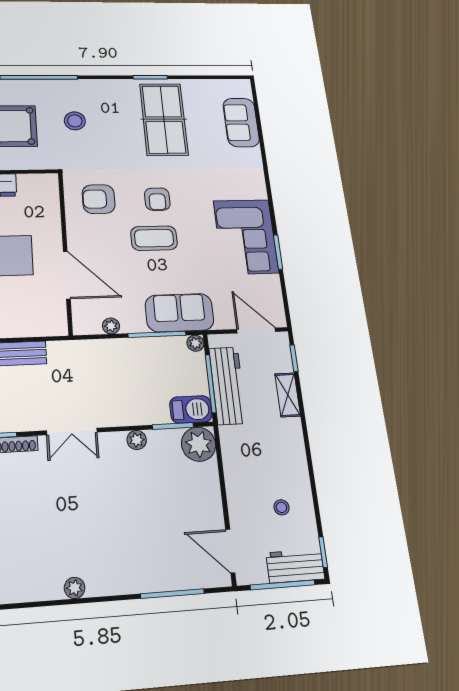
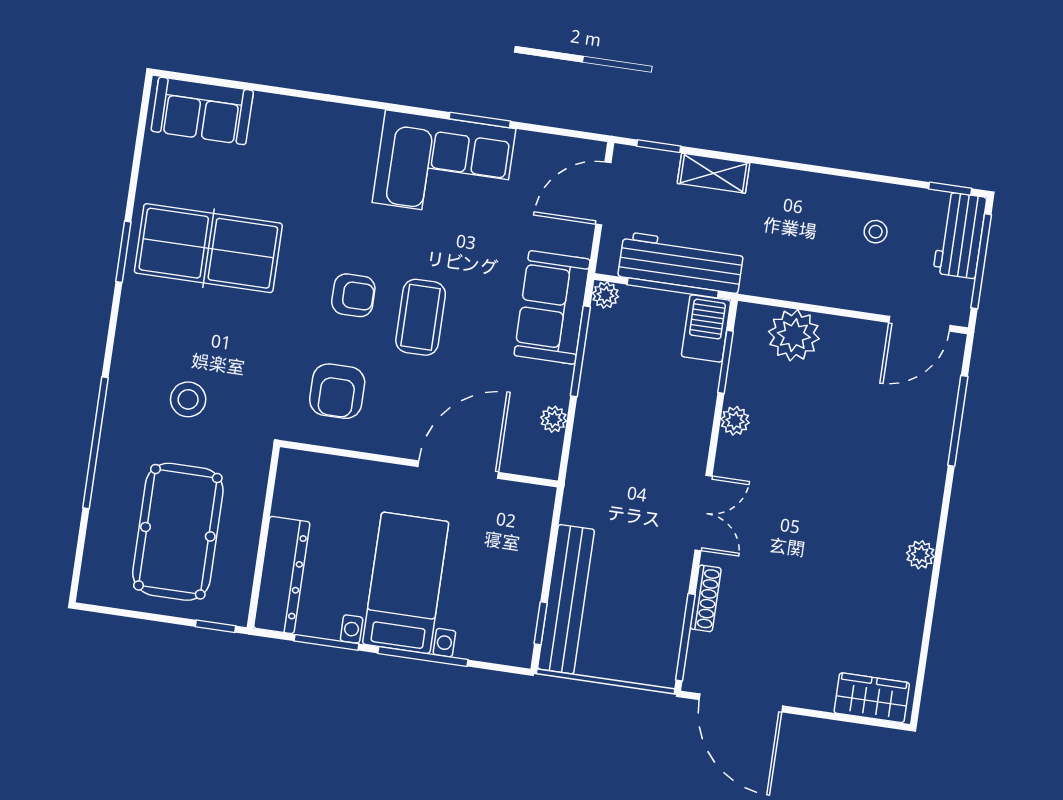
sofa: (241, 122) -> (202, 111), moved
plant: (199, 444) -> (794, 335), moved

